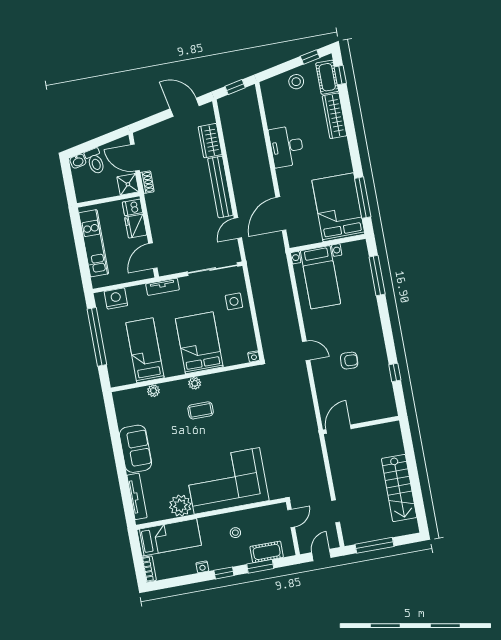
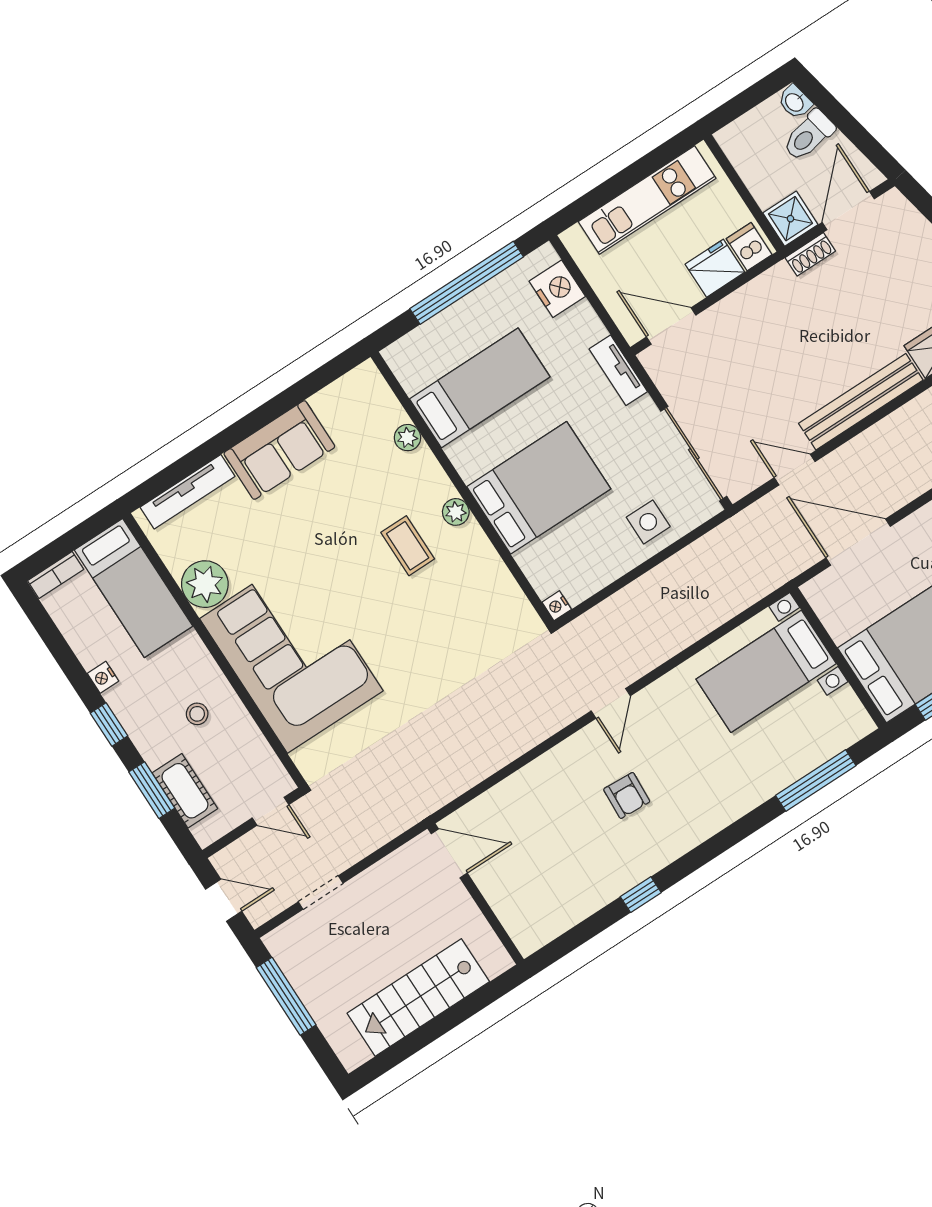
wall: (361, 425) -> (476, 894), moved
door: (339, 429) -> (449, 853), moved

